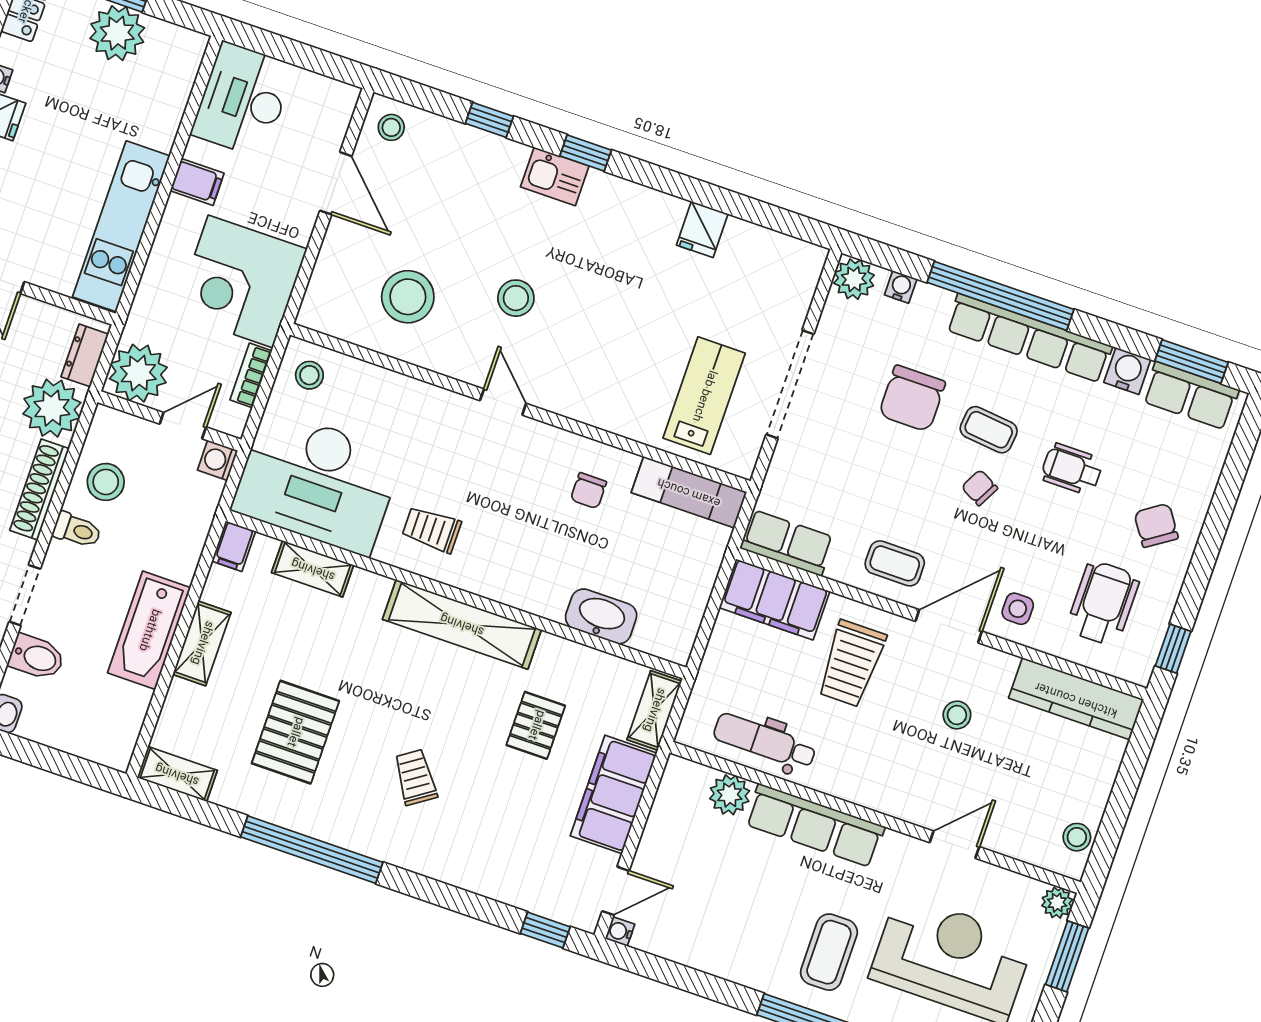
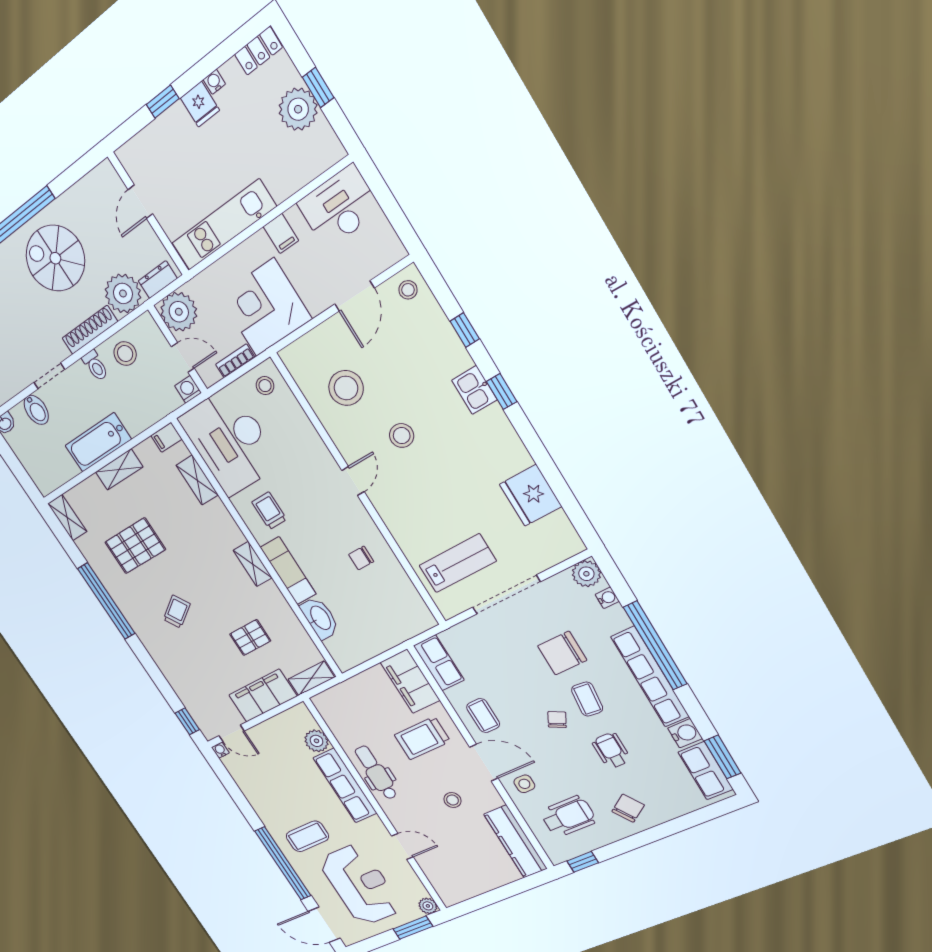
fridge: (702, 229) -> (531, 495), width x1.88, depth x1.34
exam couch: (689, 492) -> (288, 571), moved, turned 180
shelving: (462, 624) -> (253, 564), width x0.45, depth x0.75
dental chair: (765, 741) -> (376, 773), moved
stool: (1077, 837) -> (461, 891), removed

